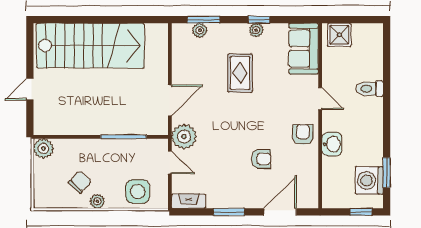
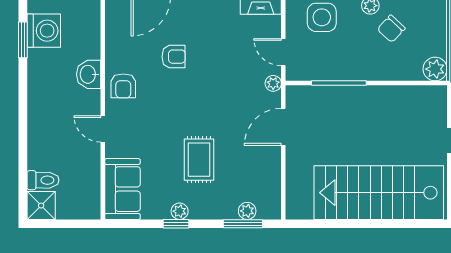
shower: (339, 35) -> (41, 206), moved
toilet: (370, 89) -> (43, 180), moved
plant: (184, 137) -> (273, 83), width x0.53, depth x0.53
armchair: (261, 159) -> (174, 57), turned 180

